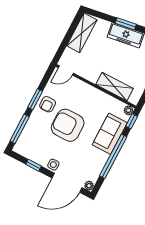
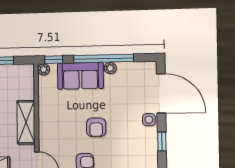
shelving: (114, 86) -> (26, 122), moved
armchair: (68, 125) -> (96, 127), width x0.53, depth x0.53
plant: (89, 186) -> (110, 68), moved

